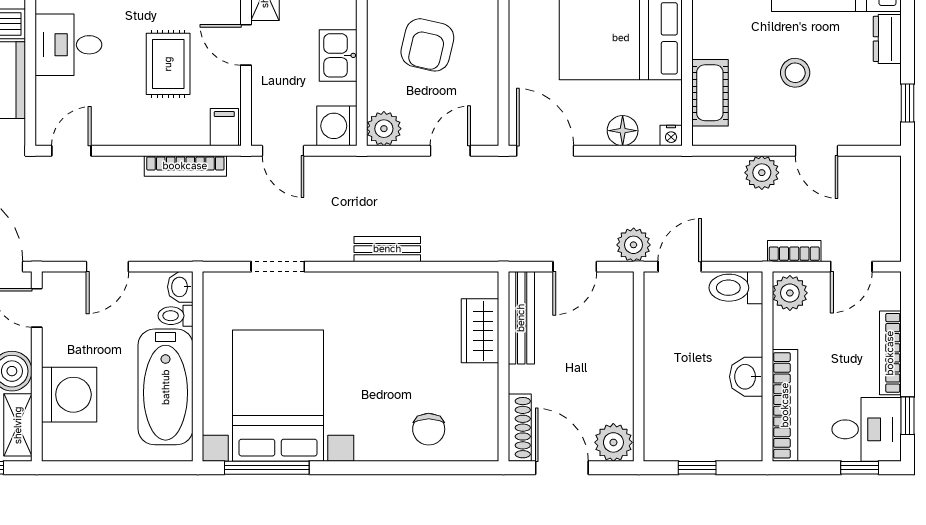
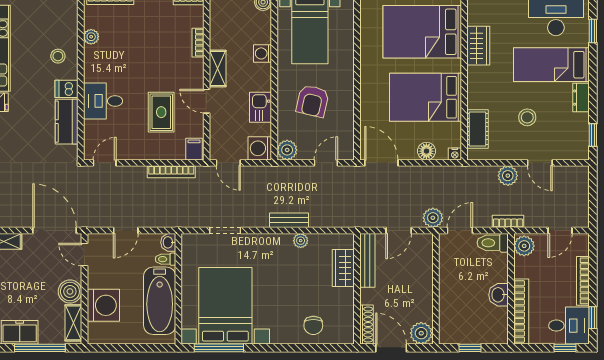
bookcase: (794, 251) -> (508, 221), moved
plant: (407, 284) -> (301, 241), added

